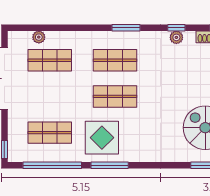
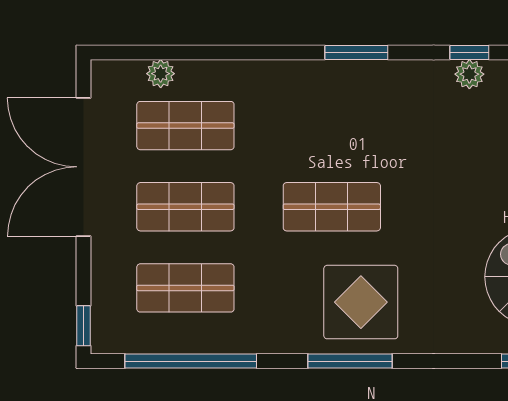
shop shelf: (115, 60) -> (185, 207), moved
display table: (102, 138) -> (361, 302), moved
window: (110, 165) -> (350, 361), moved

